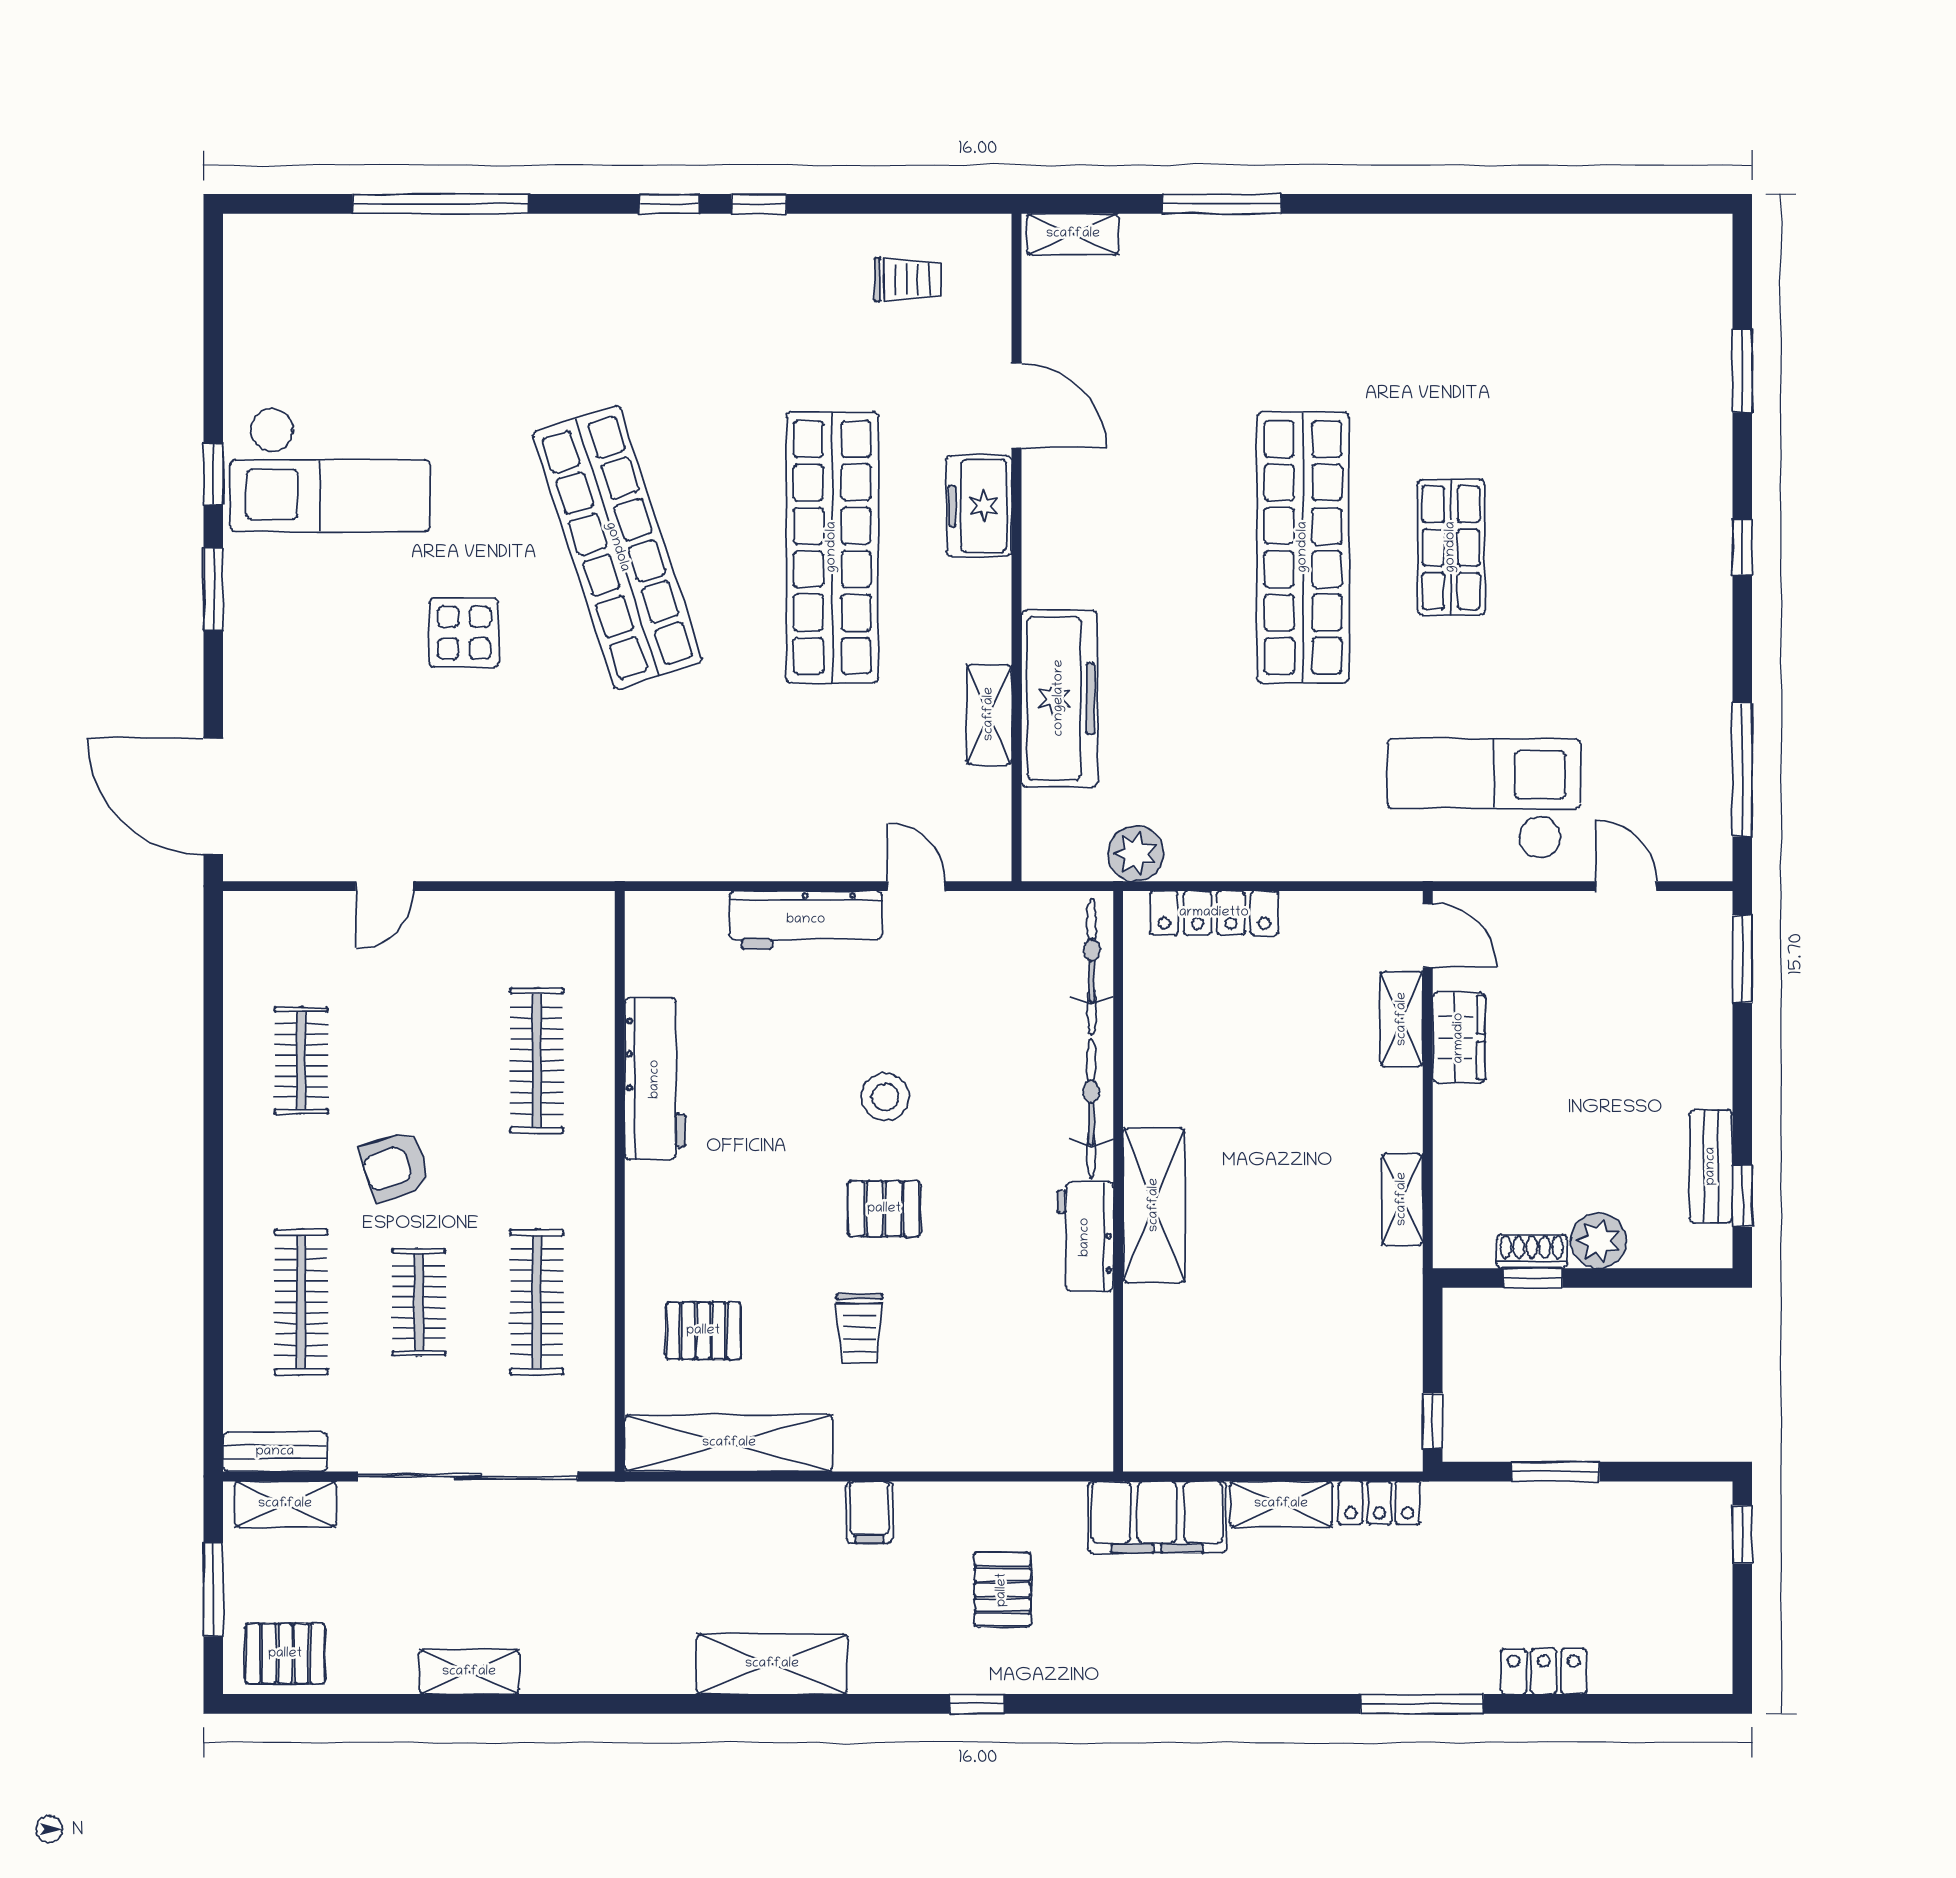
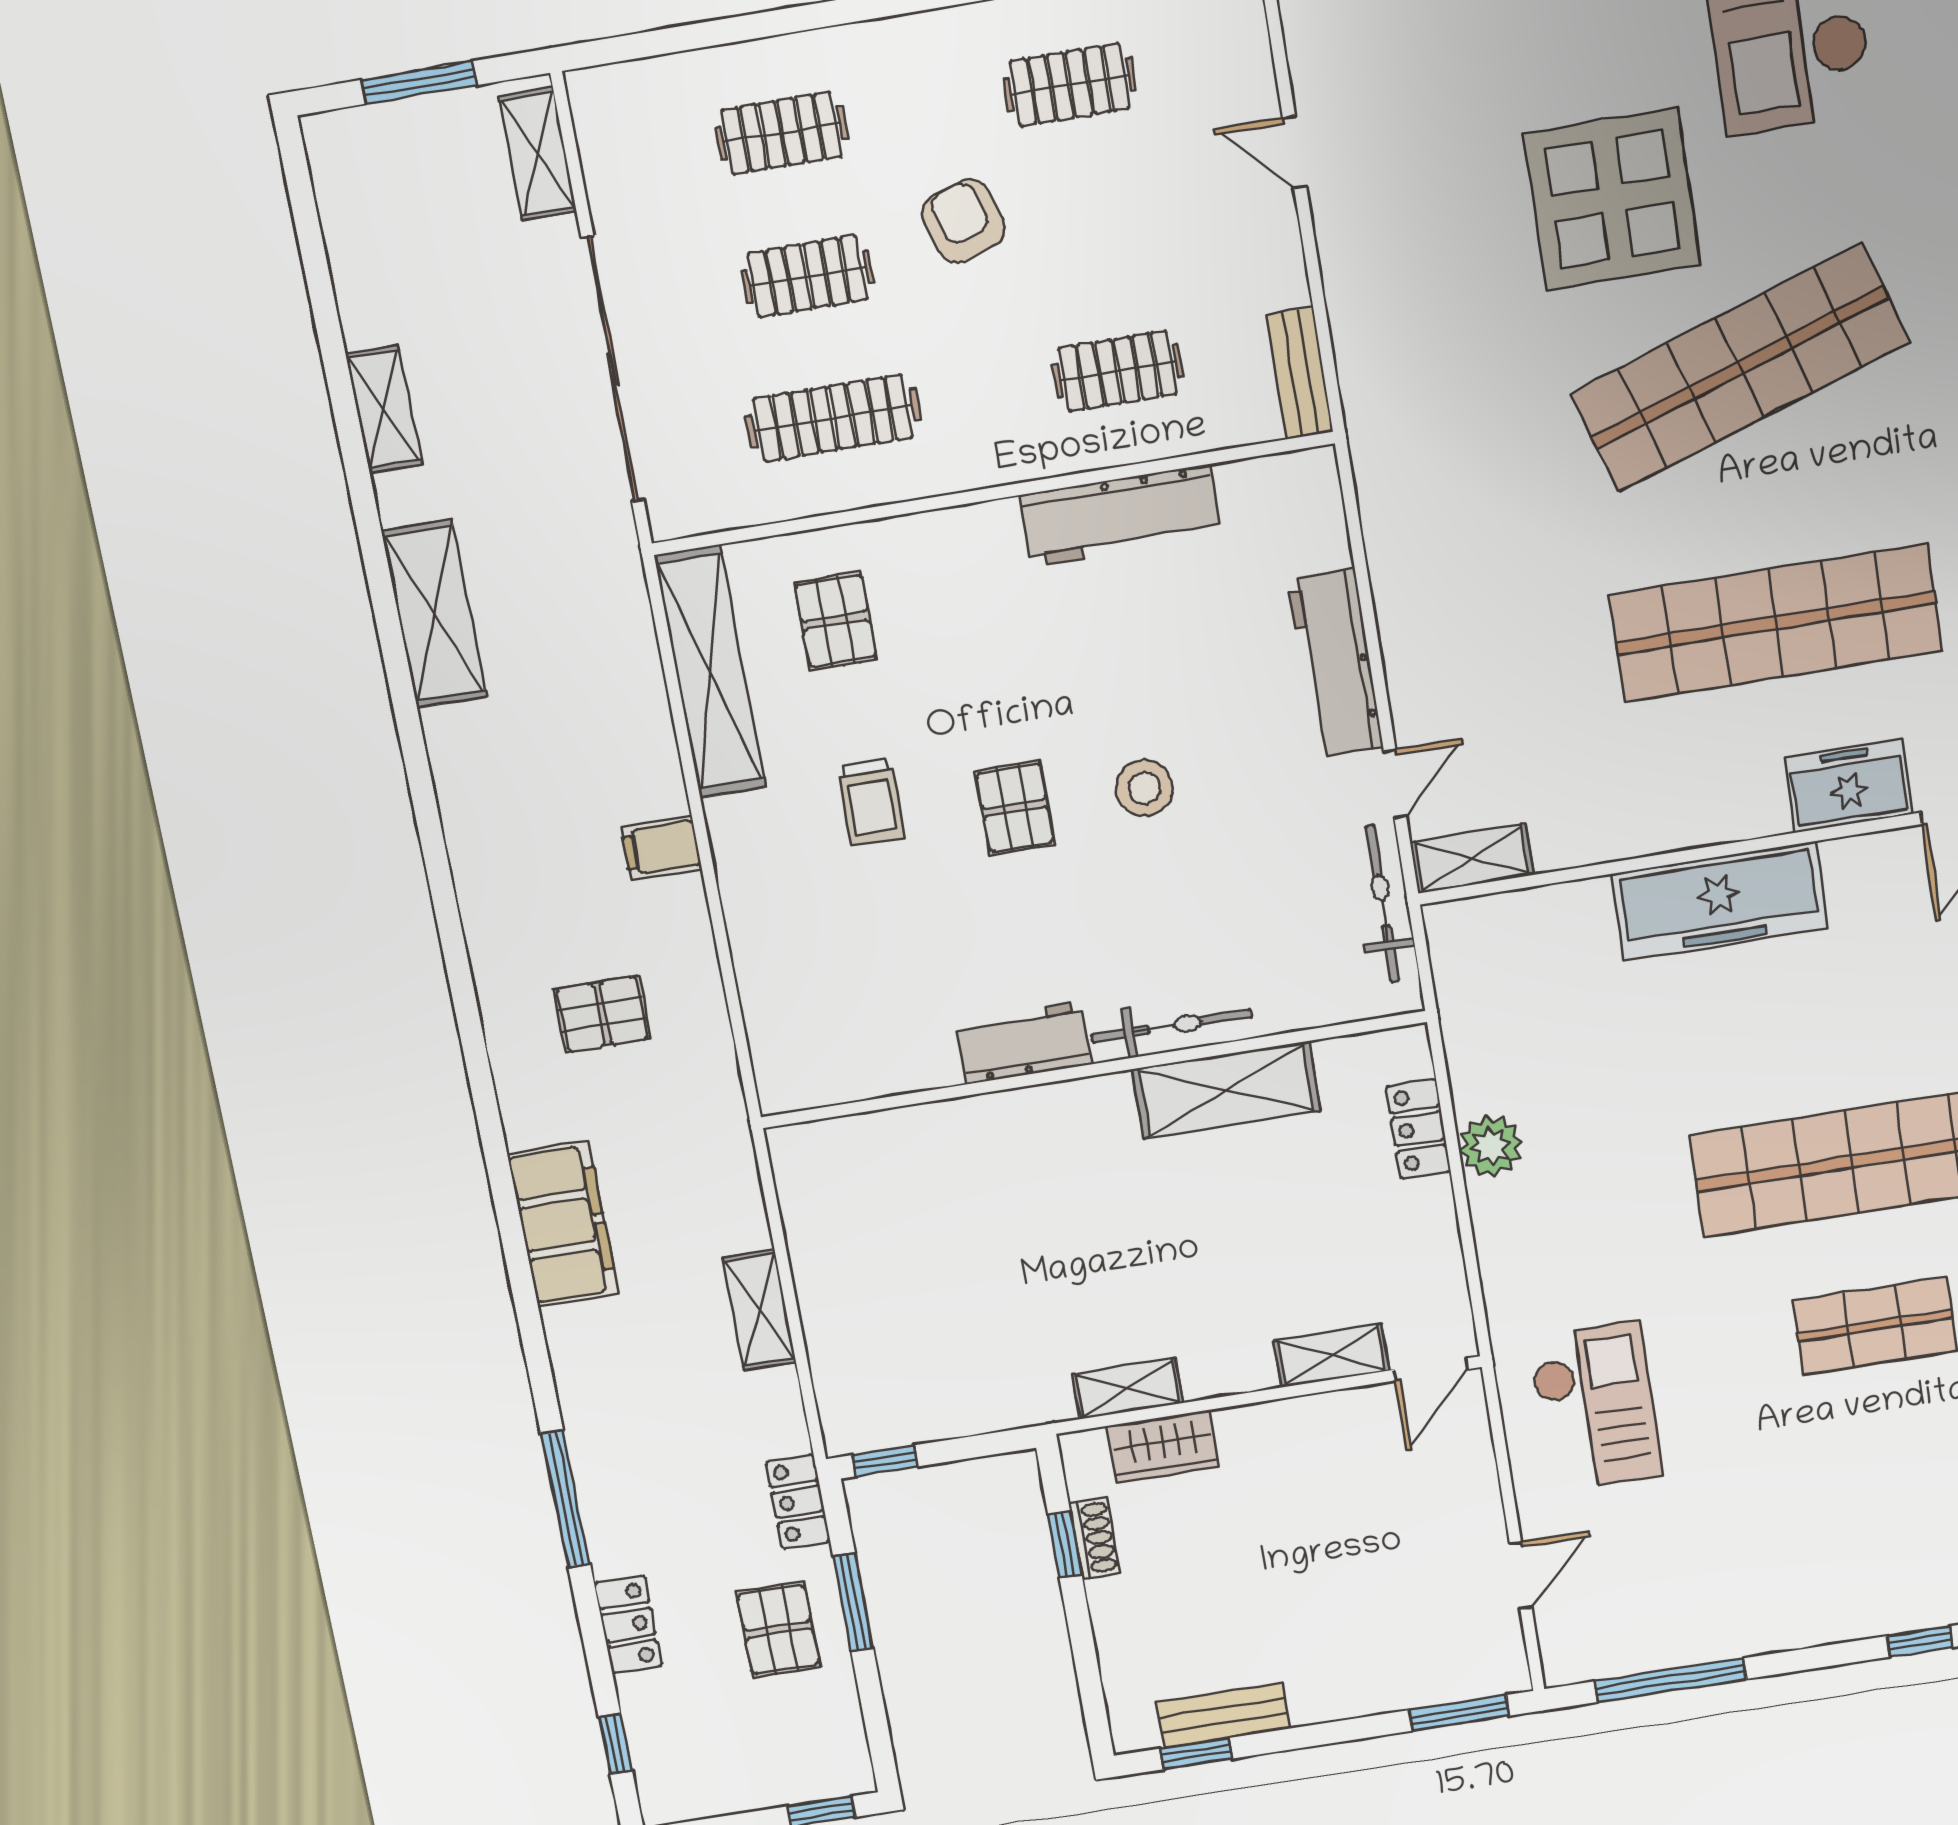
display table: (464, 633) -> (1612, 199), width x1.86, depth x1.86
freezer: (1059, 698) -> (1720, 901), moved
shelving: (989, 714) -> (1472, 858), moved
checkout: (1484, 799) -> (1595, 1407), width x0.73, depth x0.83
plant: (1136, 854) -> (1491, 1146), moved
locker: (1214, 913) -> (1418, 1129), width x0.66
bicycle: (1092, 967) -> (1383, 904), moved, turned -90
wardrobe: (1459, 1038) -> (1163, 1446), moved
clothes rail: (537, 1060) -> (1118, 371), width x0.73
shelving: (1154, 1205) -> (1226, 1090), moved
plant: (1598, 1241) -> (1119, 1608), removed
clothes rail: (301, 1302) -> (781, 133), width x0.73
trolley: (860, 1328) -> (871, 802), turned -90
bench: (275, 1452) -> (1300, 373), moved
locker: (1379, 1503) -> (798, 1502), moved
filing cabinet: (1157, 1517) -> (563, 1224), moved, turned 180
pallet: (285, 1654) -> (778, 1629), moved
shelving: (772, 1664) -> (434, 614), moved
window: (977, 1704) -> (615, 1744), moved

